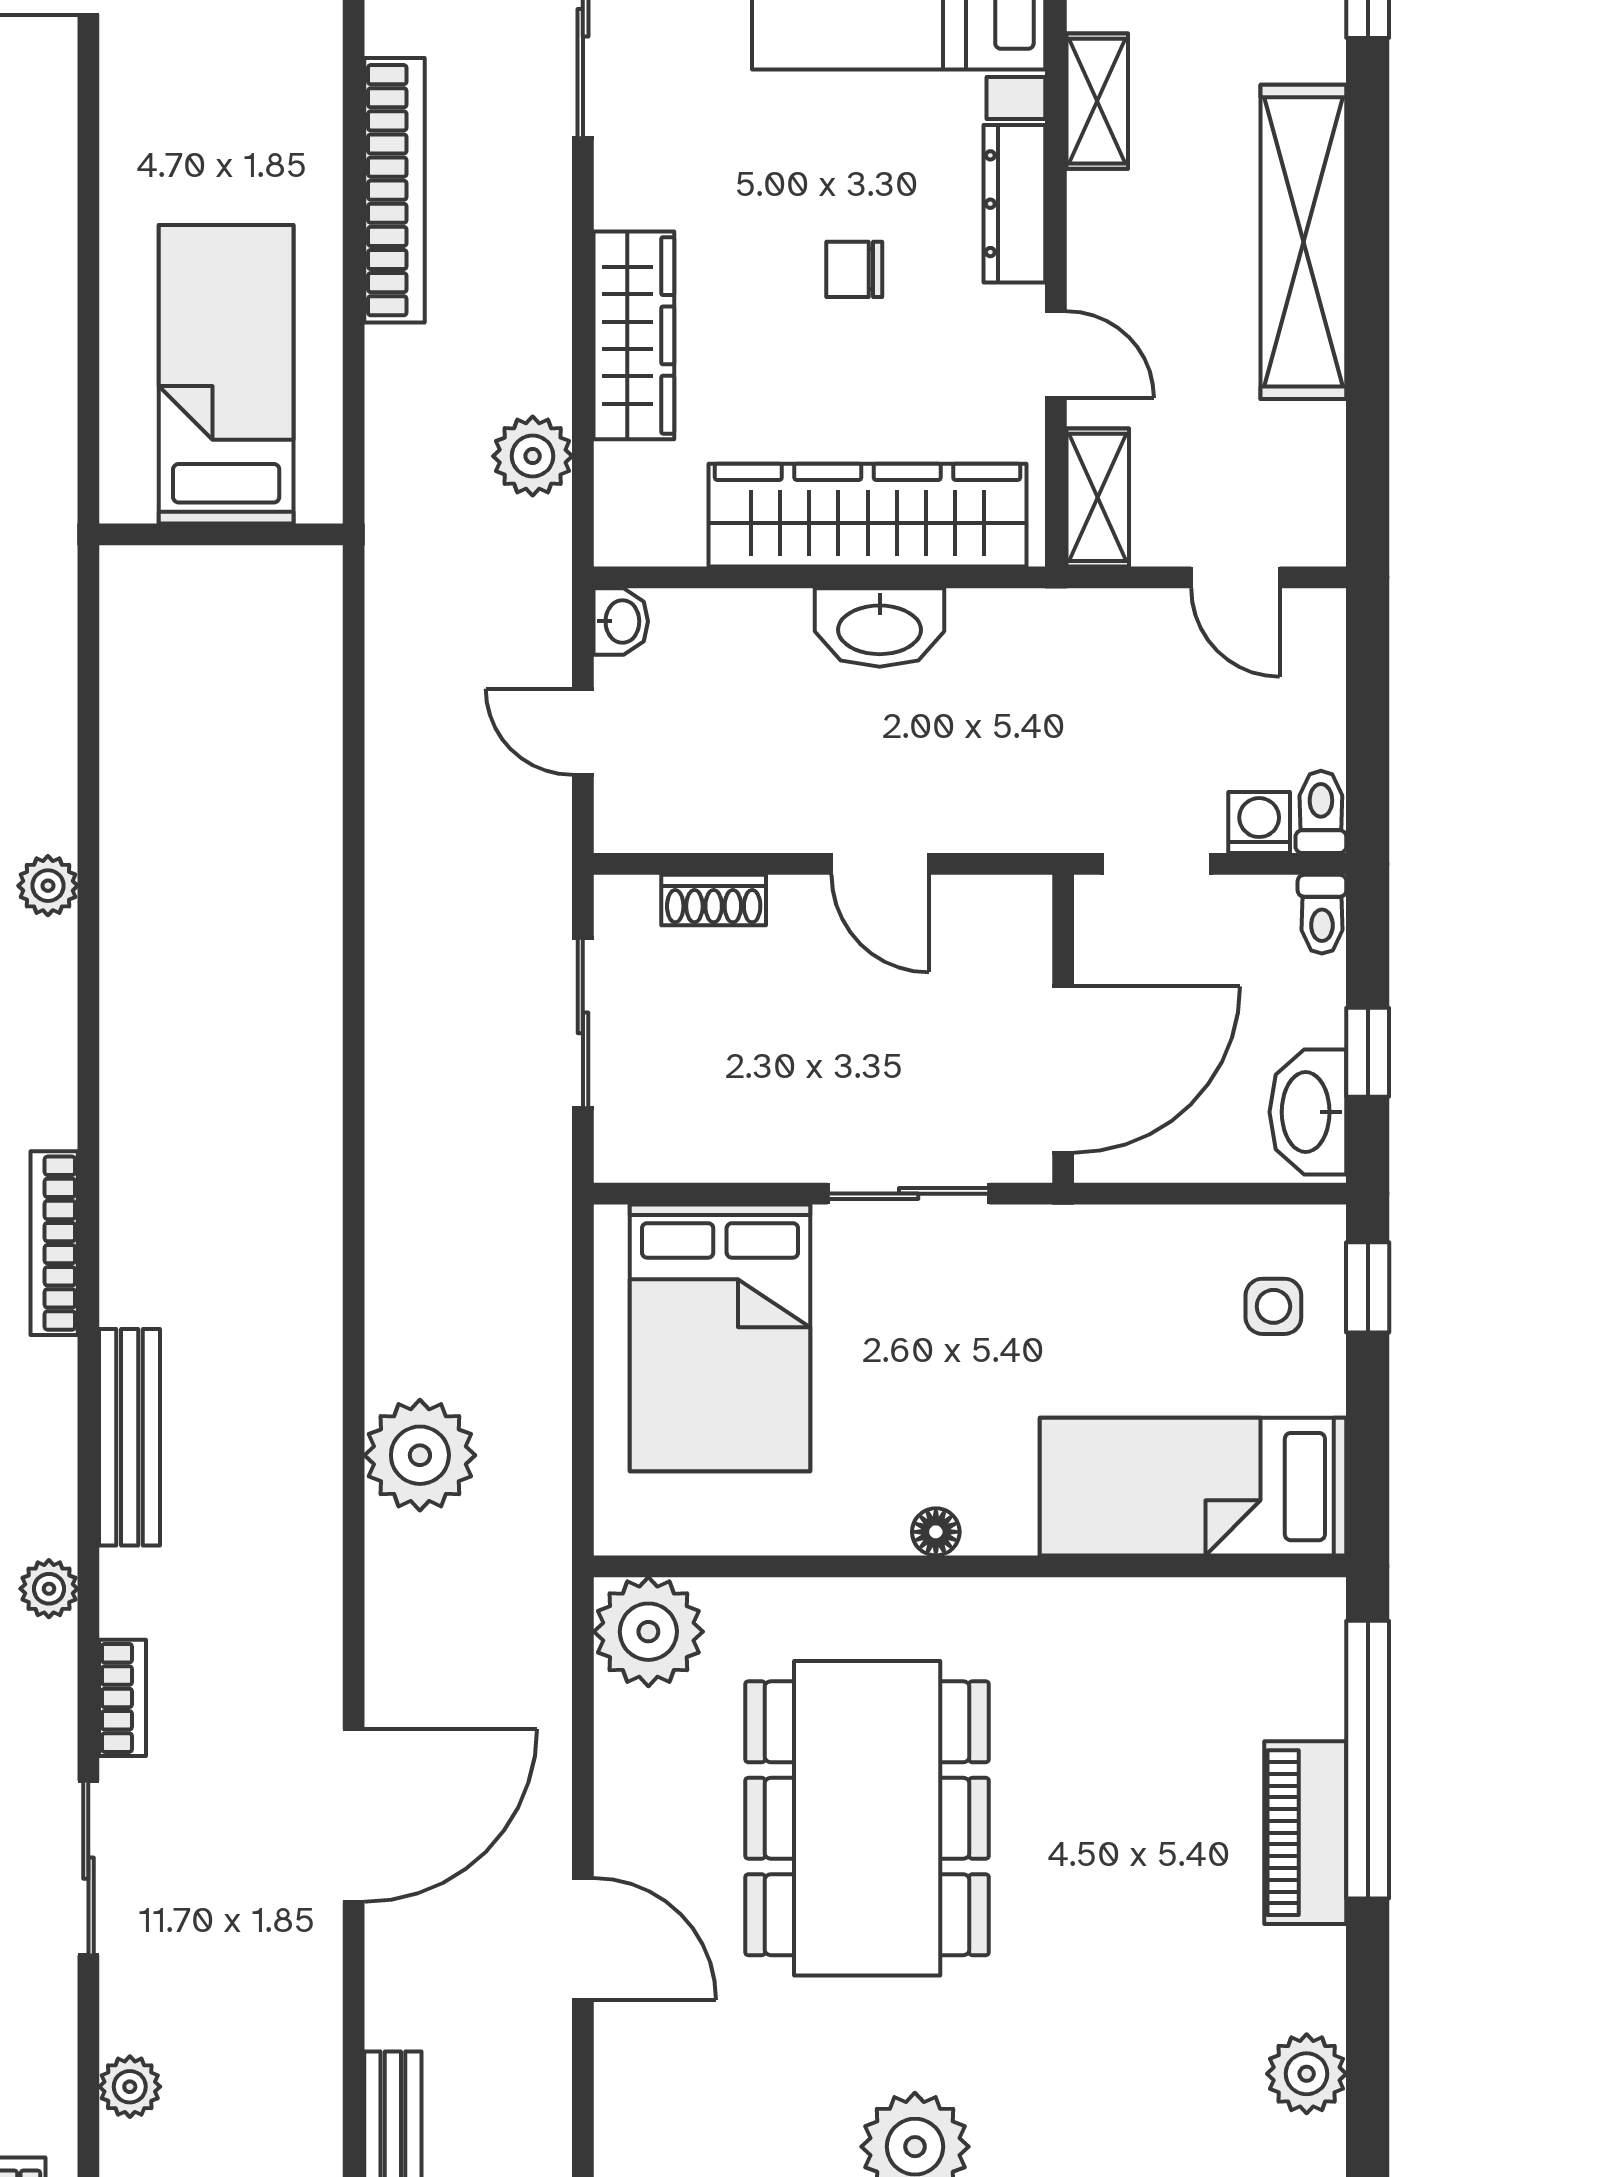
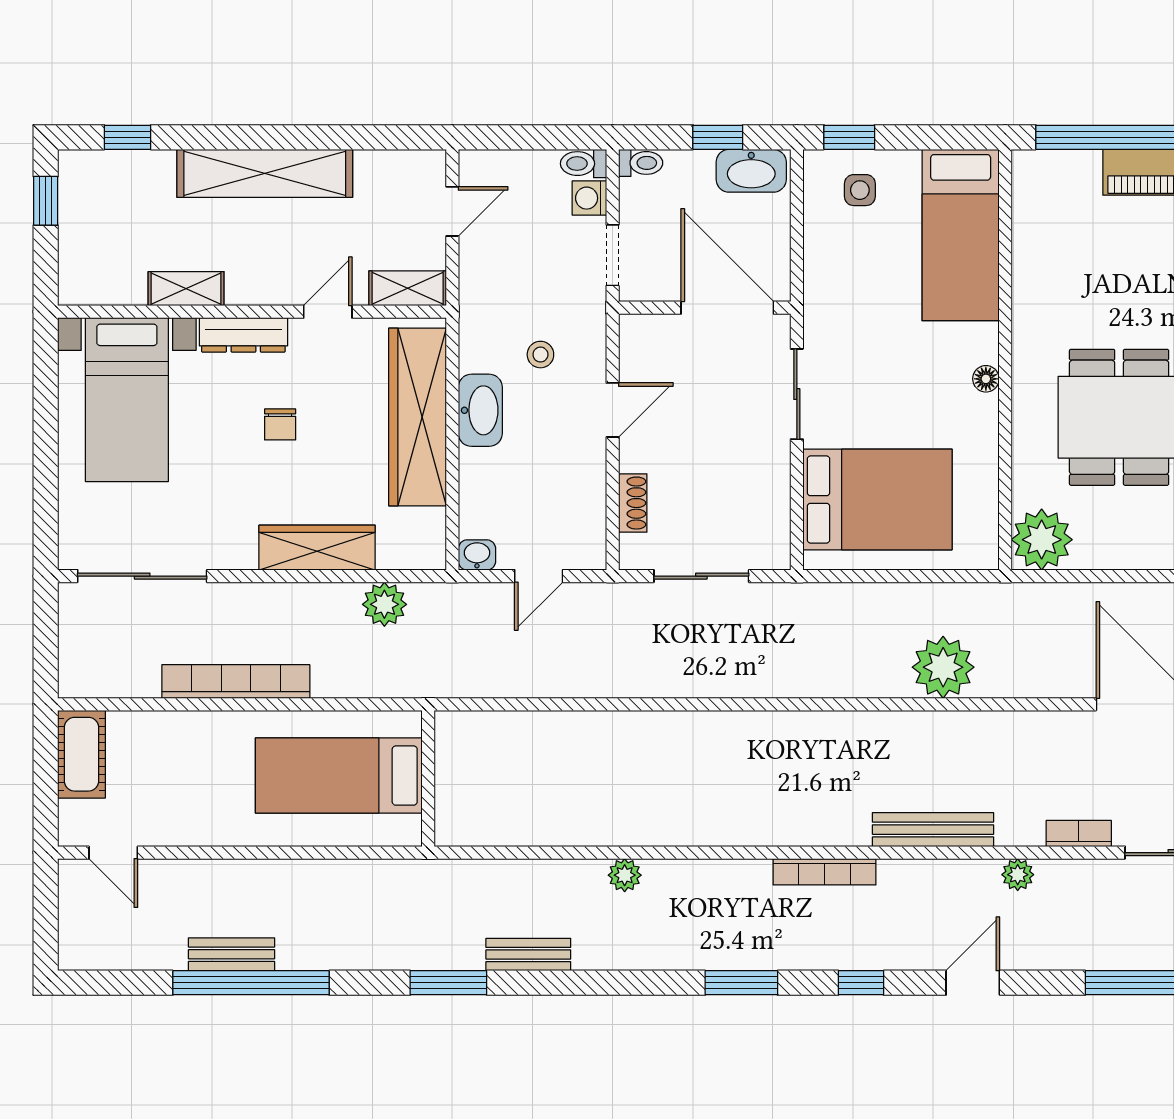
stool: (979, 735) -> (540, 355), added

